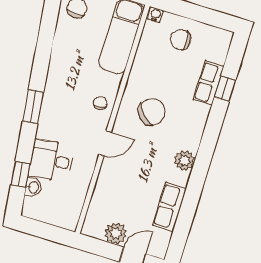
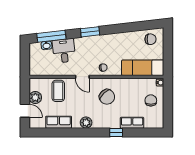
window: (225, 89) -> (116, 133), moved
window: (21, 174) -> (51, 36), width x2.17
coffee table: (116, 191) -> (58, 91), added

